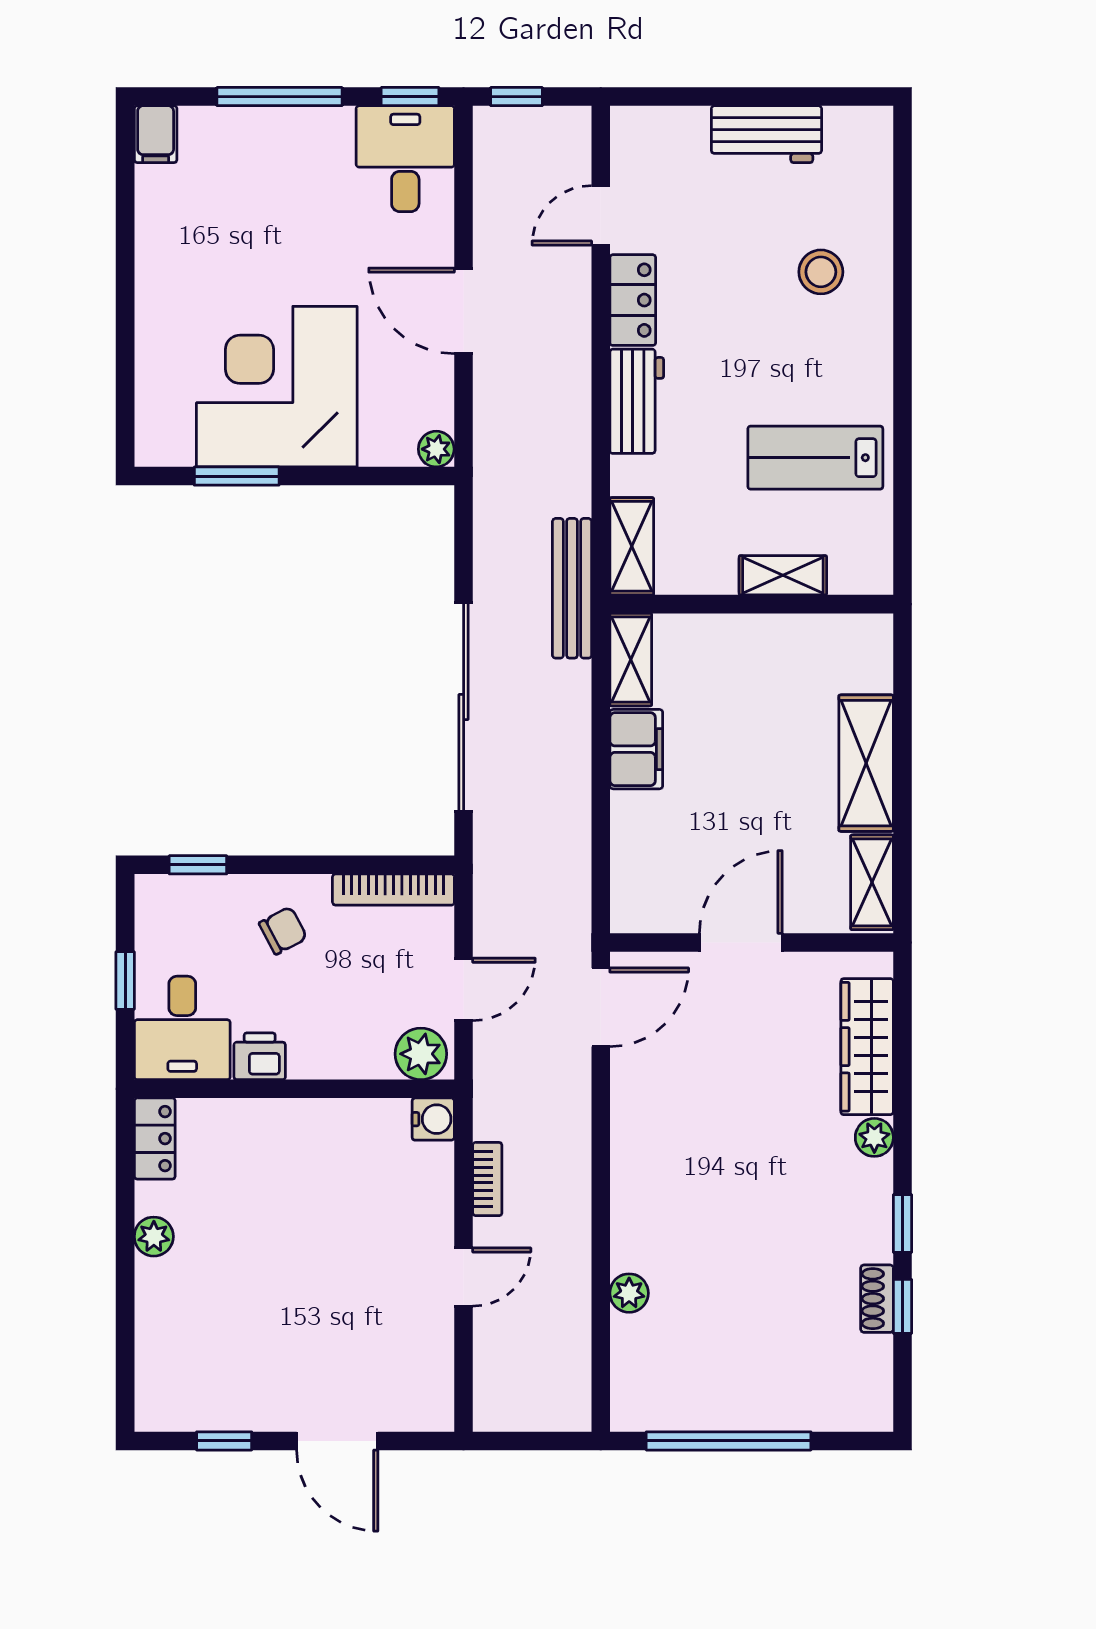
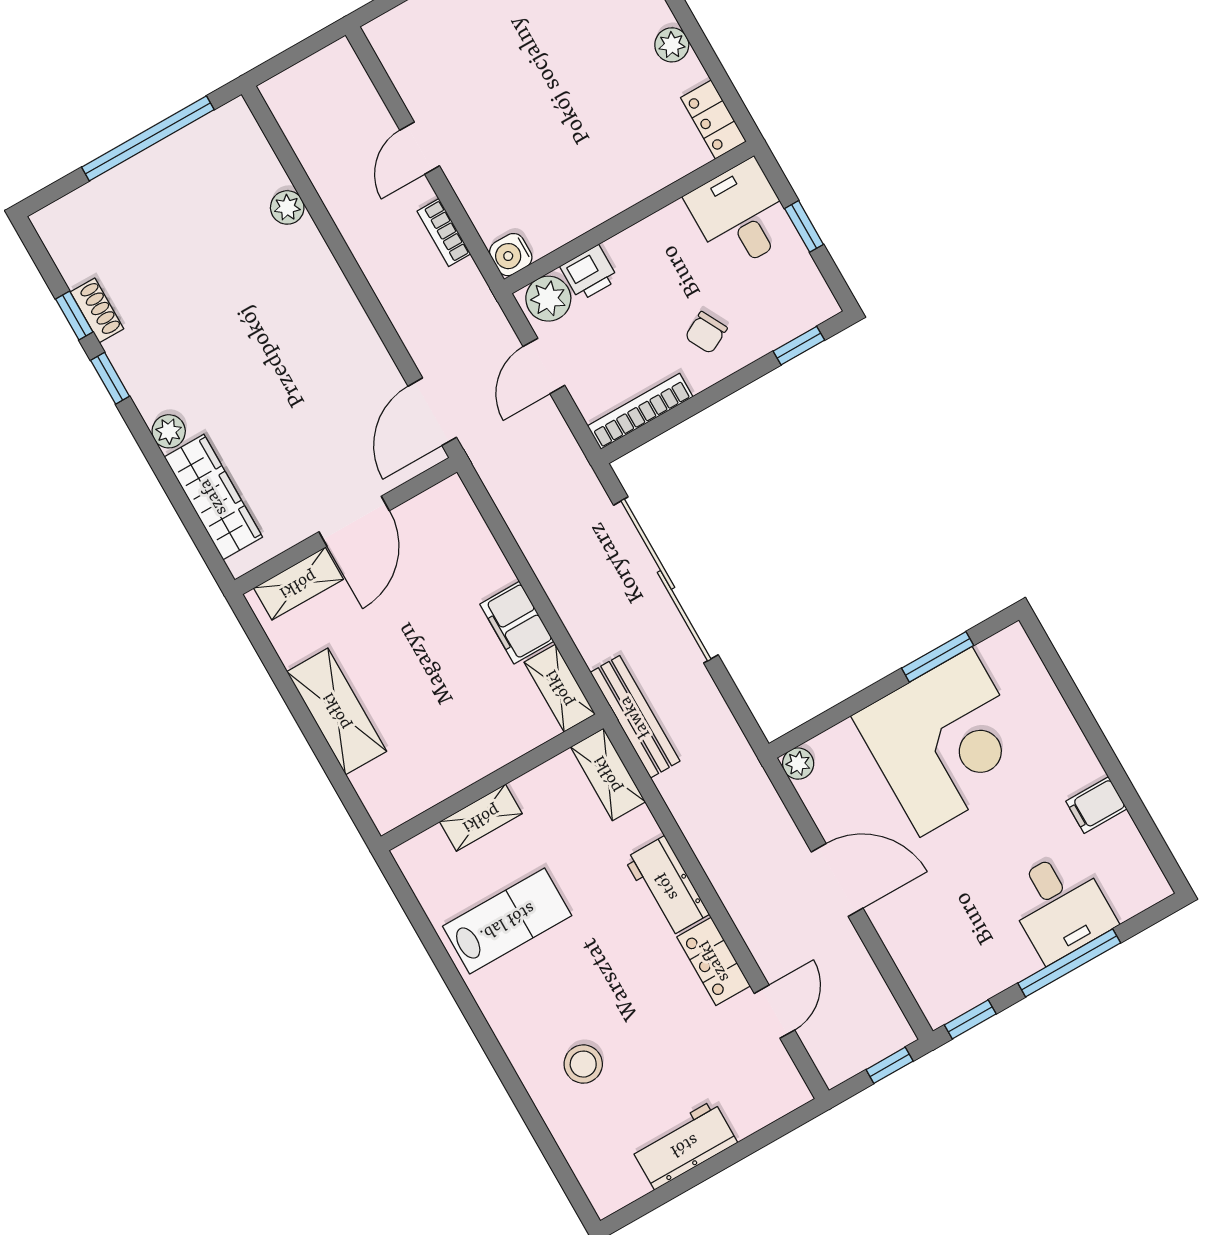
filing cabinet: (156, 134) -> (1096, 805), moved, turned -90
desk: (405, 159) -> (1060, 906), moved
shelving: (872, 882) -> (298, 584), moved, turned 90
printer: (260, 1056) -> (589, 273), moved

